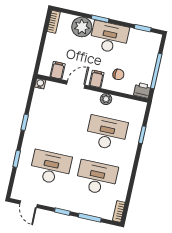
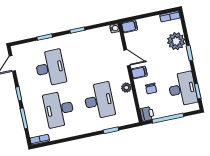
desk: (109, 37) -> (182, 89), moved
filing cabinet: (58, 70) -> (130, 26), moved
desk: (97, 178) -> (59, 109), turned 180

